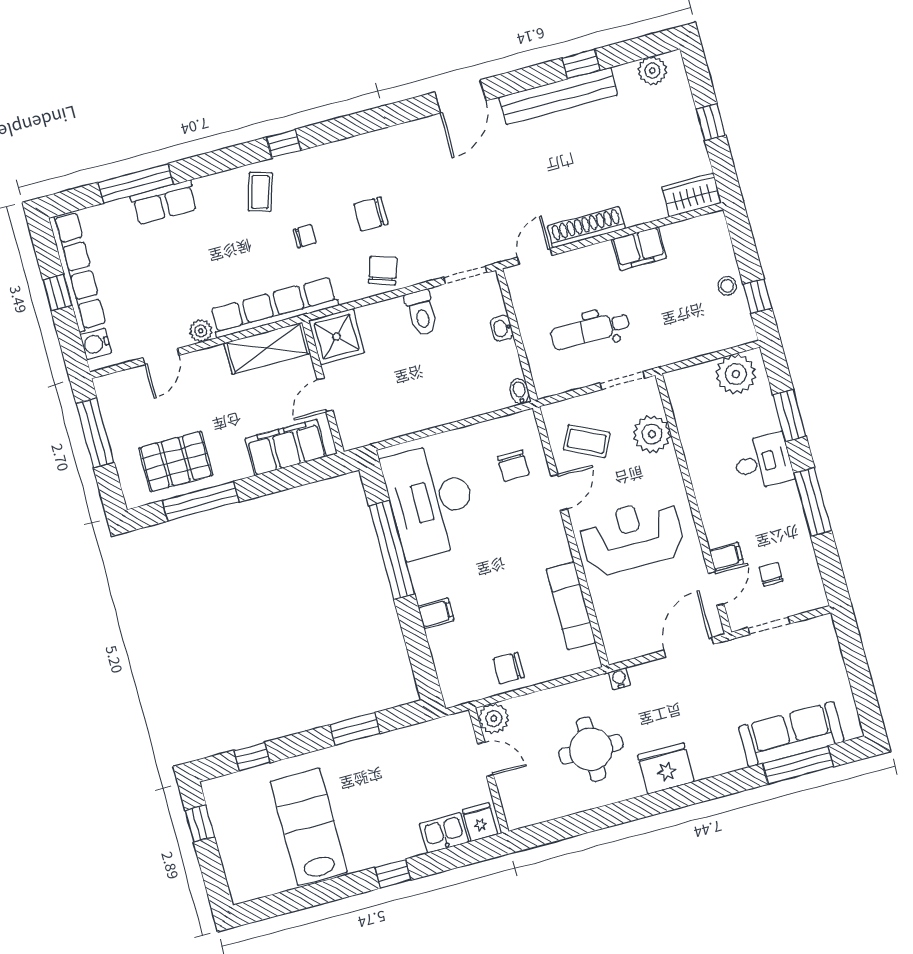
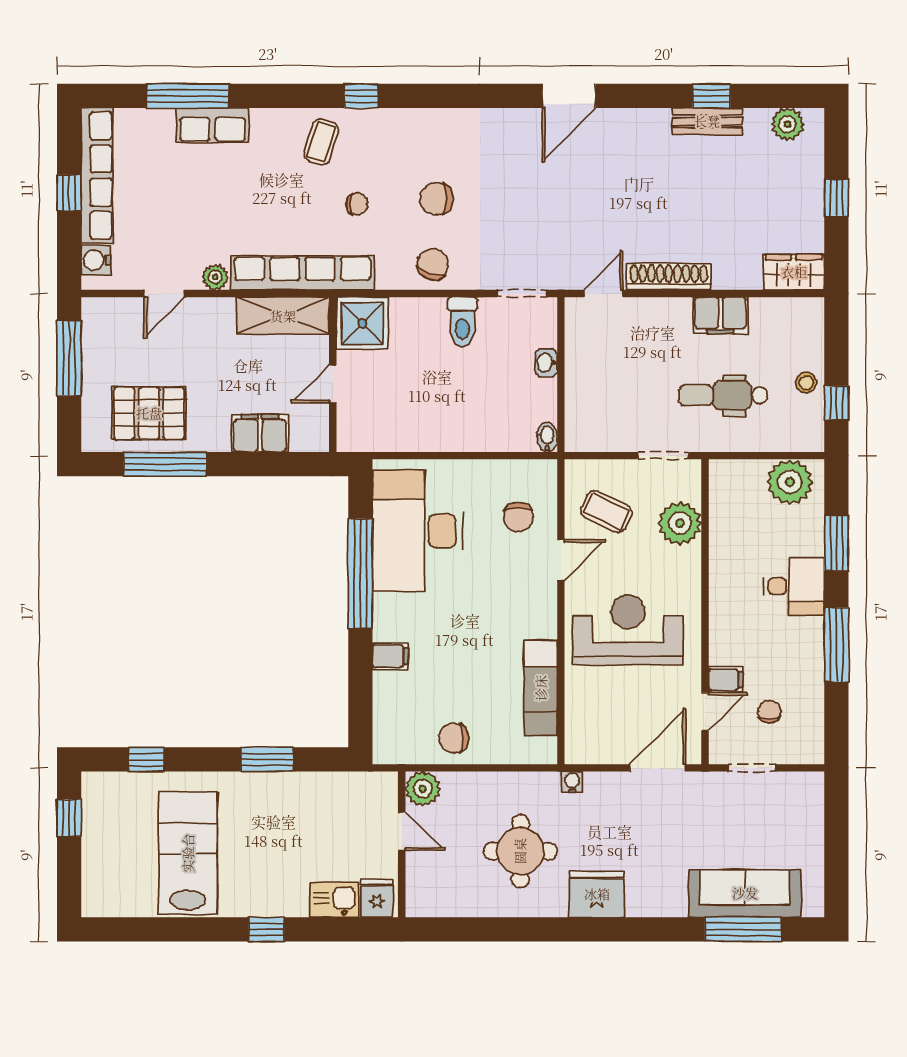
bench: (558, 96) -> (707, 121), width x0.54, depth x0.82
dental chair: (590, 330) -> (723, 395), moved
filing cabinet: (286, 447) -> (260, 433), width x0.67, depth x0.86

